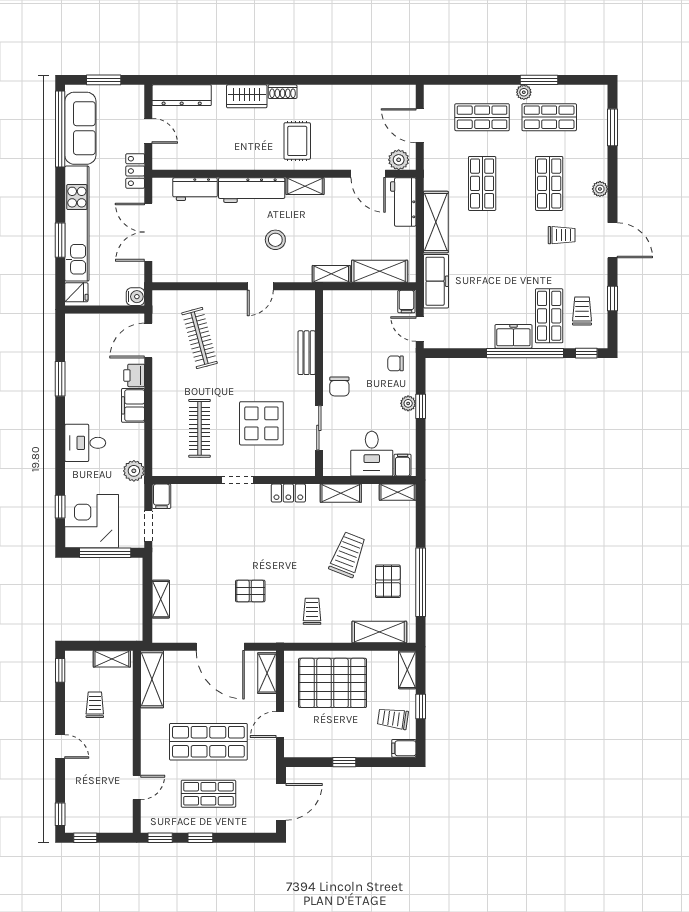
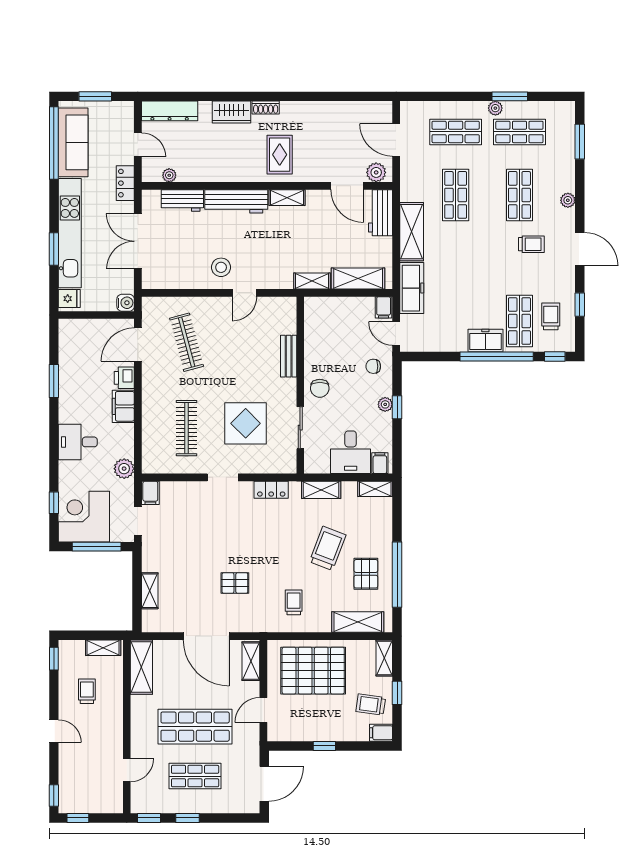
plant: (181, 163) -> (169, 175), added
stool: (275, 240) -> (221, 267), moved

